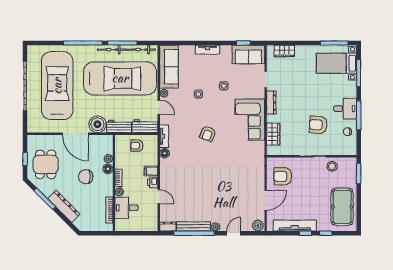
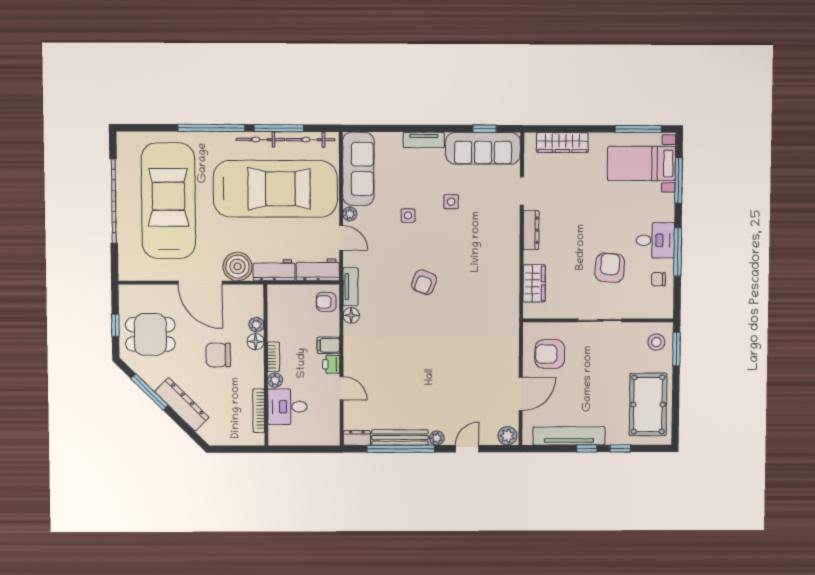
wardrobe: (284, 51) -> (562, 142), width x1.50
sofa: (248, 54) -> (483, 148), width x1.36
corner sofa: (250, 120) -> (495, 259), removed
armchair: (318, 125) -> (610, 268), turned 90
armchair: (137, 146) -> (326, 302), moved
dining table: (46, 164) -> (150, 334), turned 90
stool: (332, 166) -> (656, 342), moved

